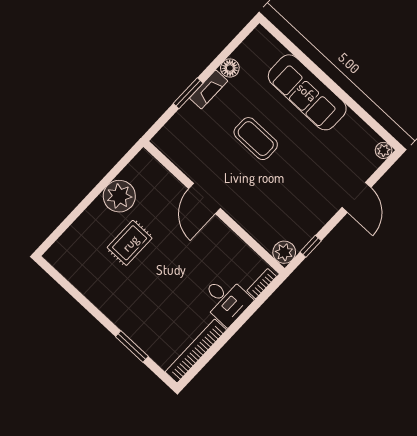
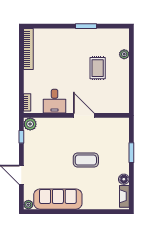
fireplace: (209, 89) -> (124, 196), moved
sofa: (307, 92) -> (58, 199), moved
plant: (119, 196) -> (124, 54), moved, width x0.53, depth x0.53
desk: (226, 300) -> (55, 101), moved, turned -90
window: (132, 347) -> (86, 26), moved

